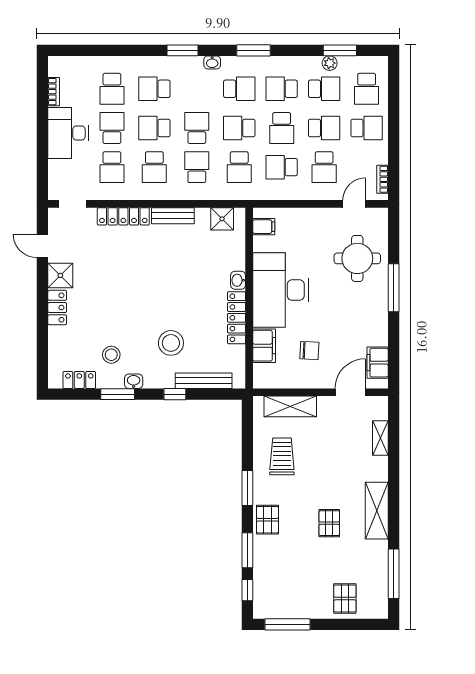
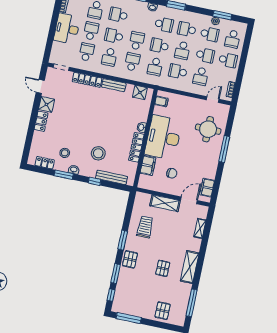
school desk: (112, 167) -> (87, 52), turned 180
shelving: (290, 406) -> (165, 203), moved

